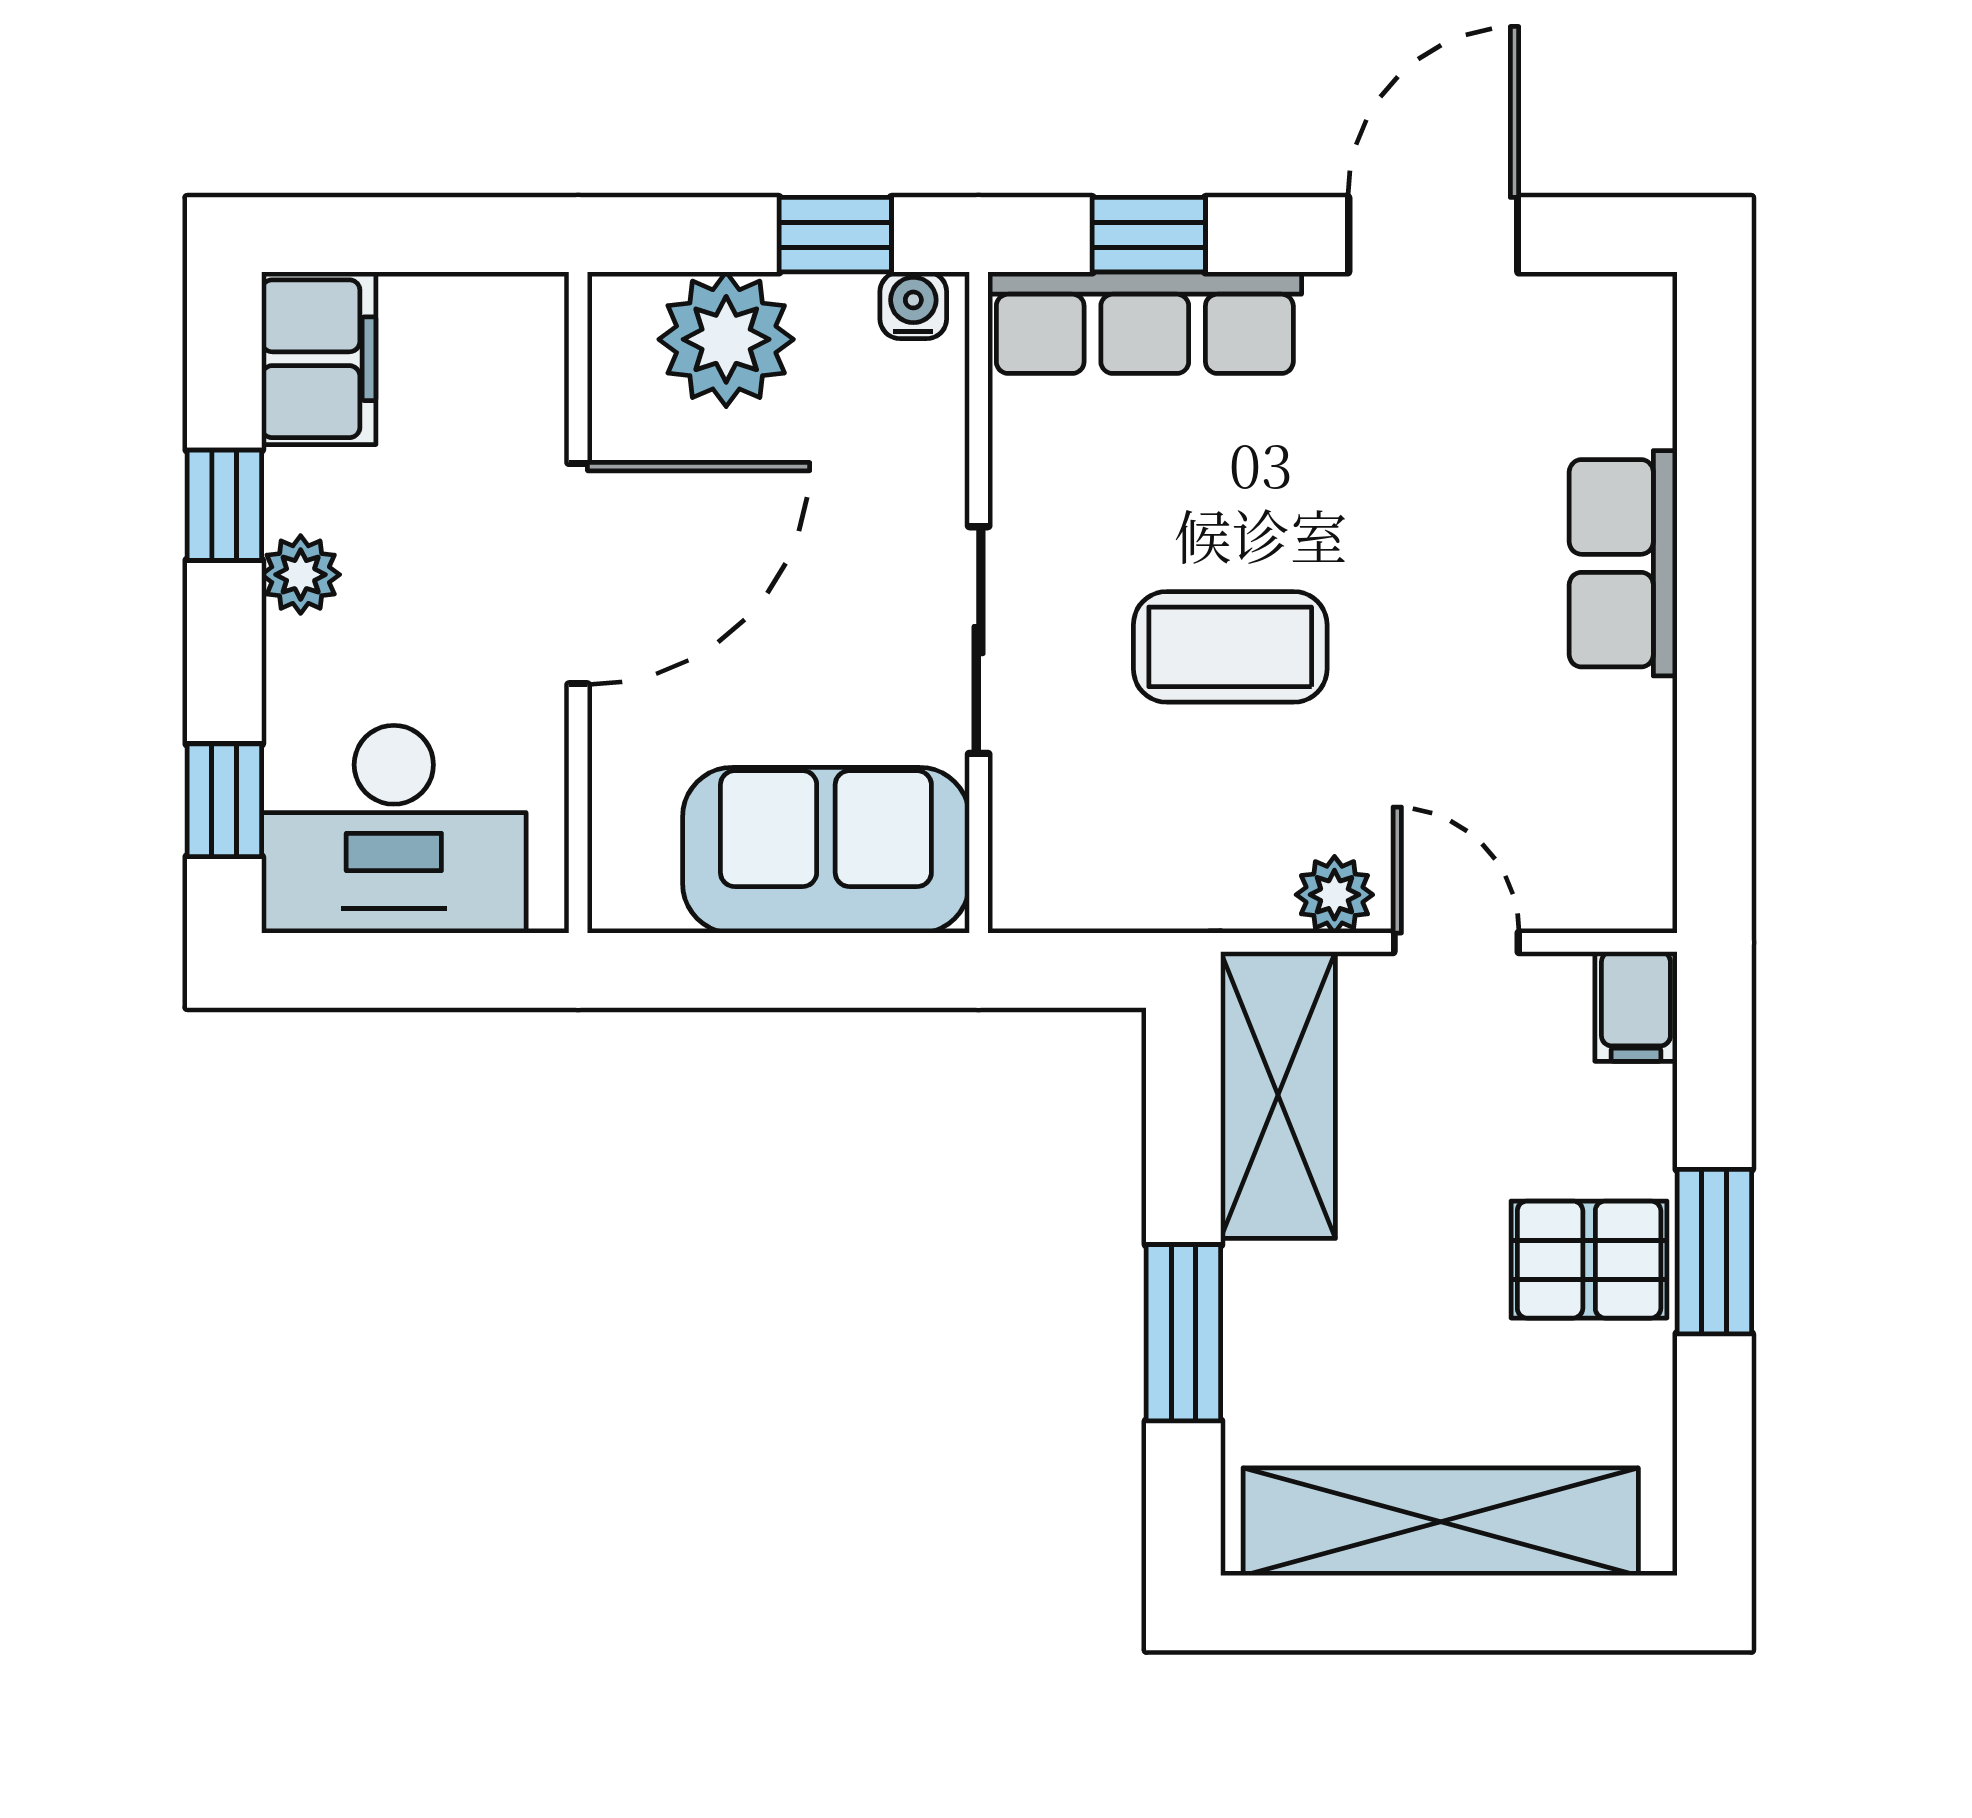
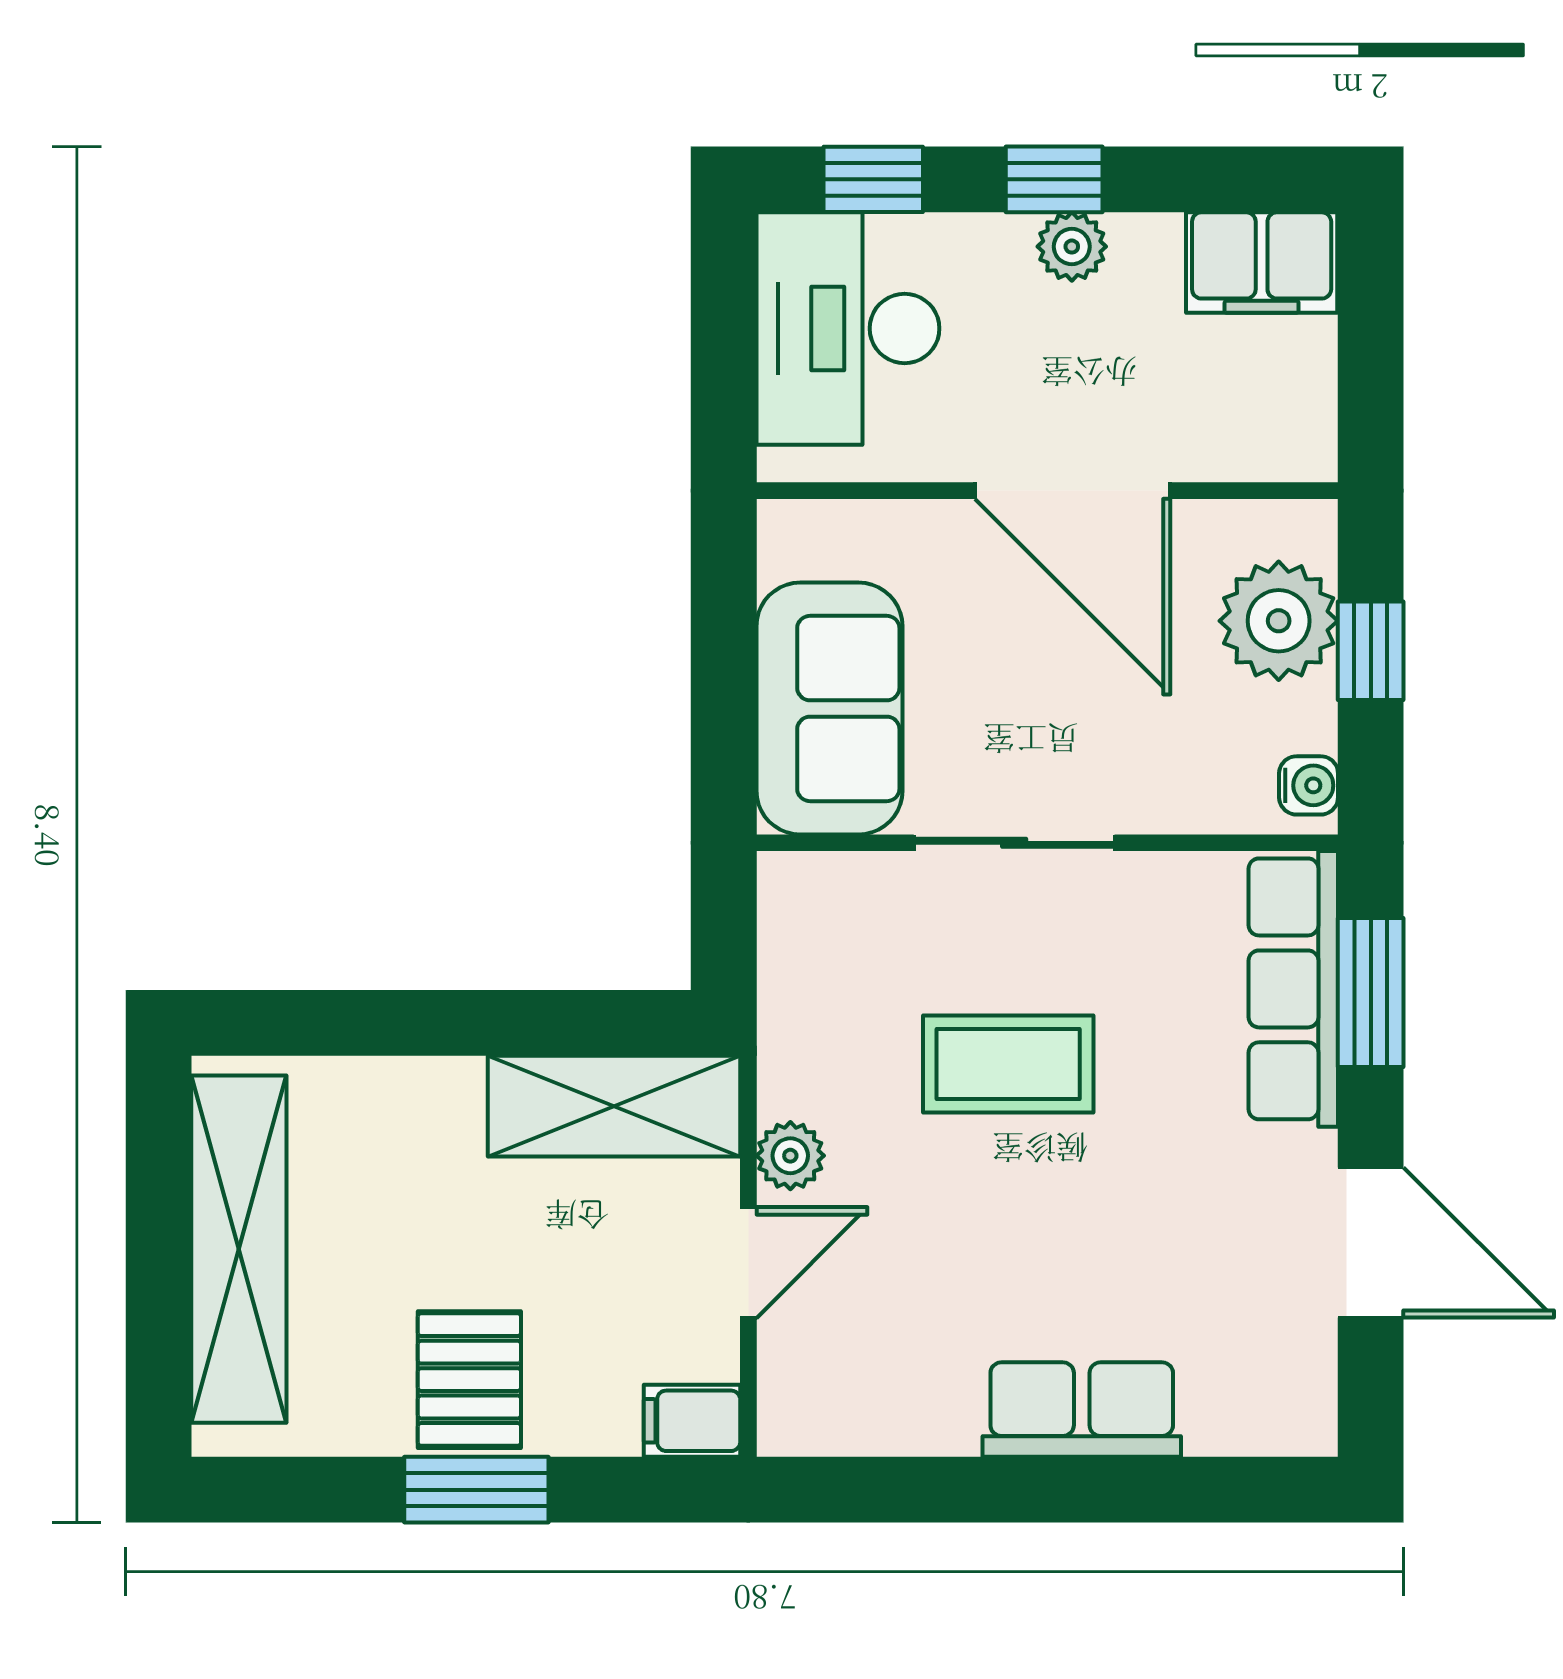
window: (835, 235) -> (1371, 651), moved
window: (1149, 235) -> (1371, 992), width x1.50
window: (224, 505) -> (1054, 179), moved
coffee table: (1230, 647) -> (1008, 1064), turned 90
window: (1183, 1333) -> (405, 1023), removed

